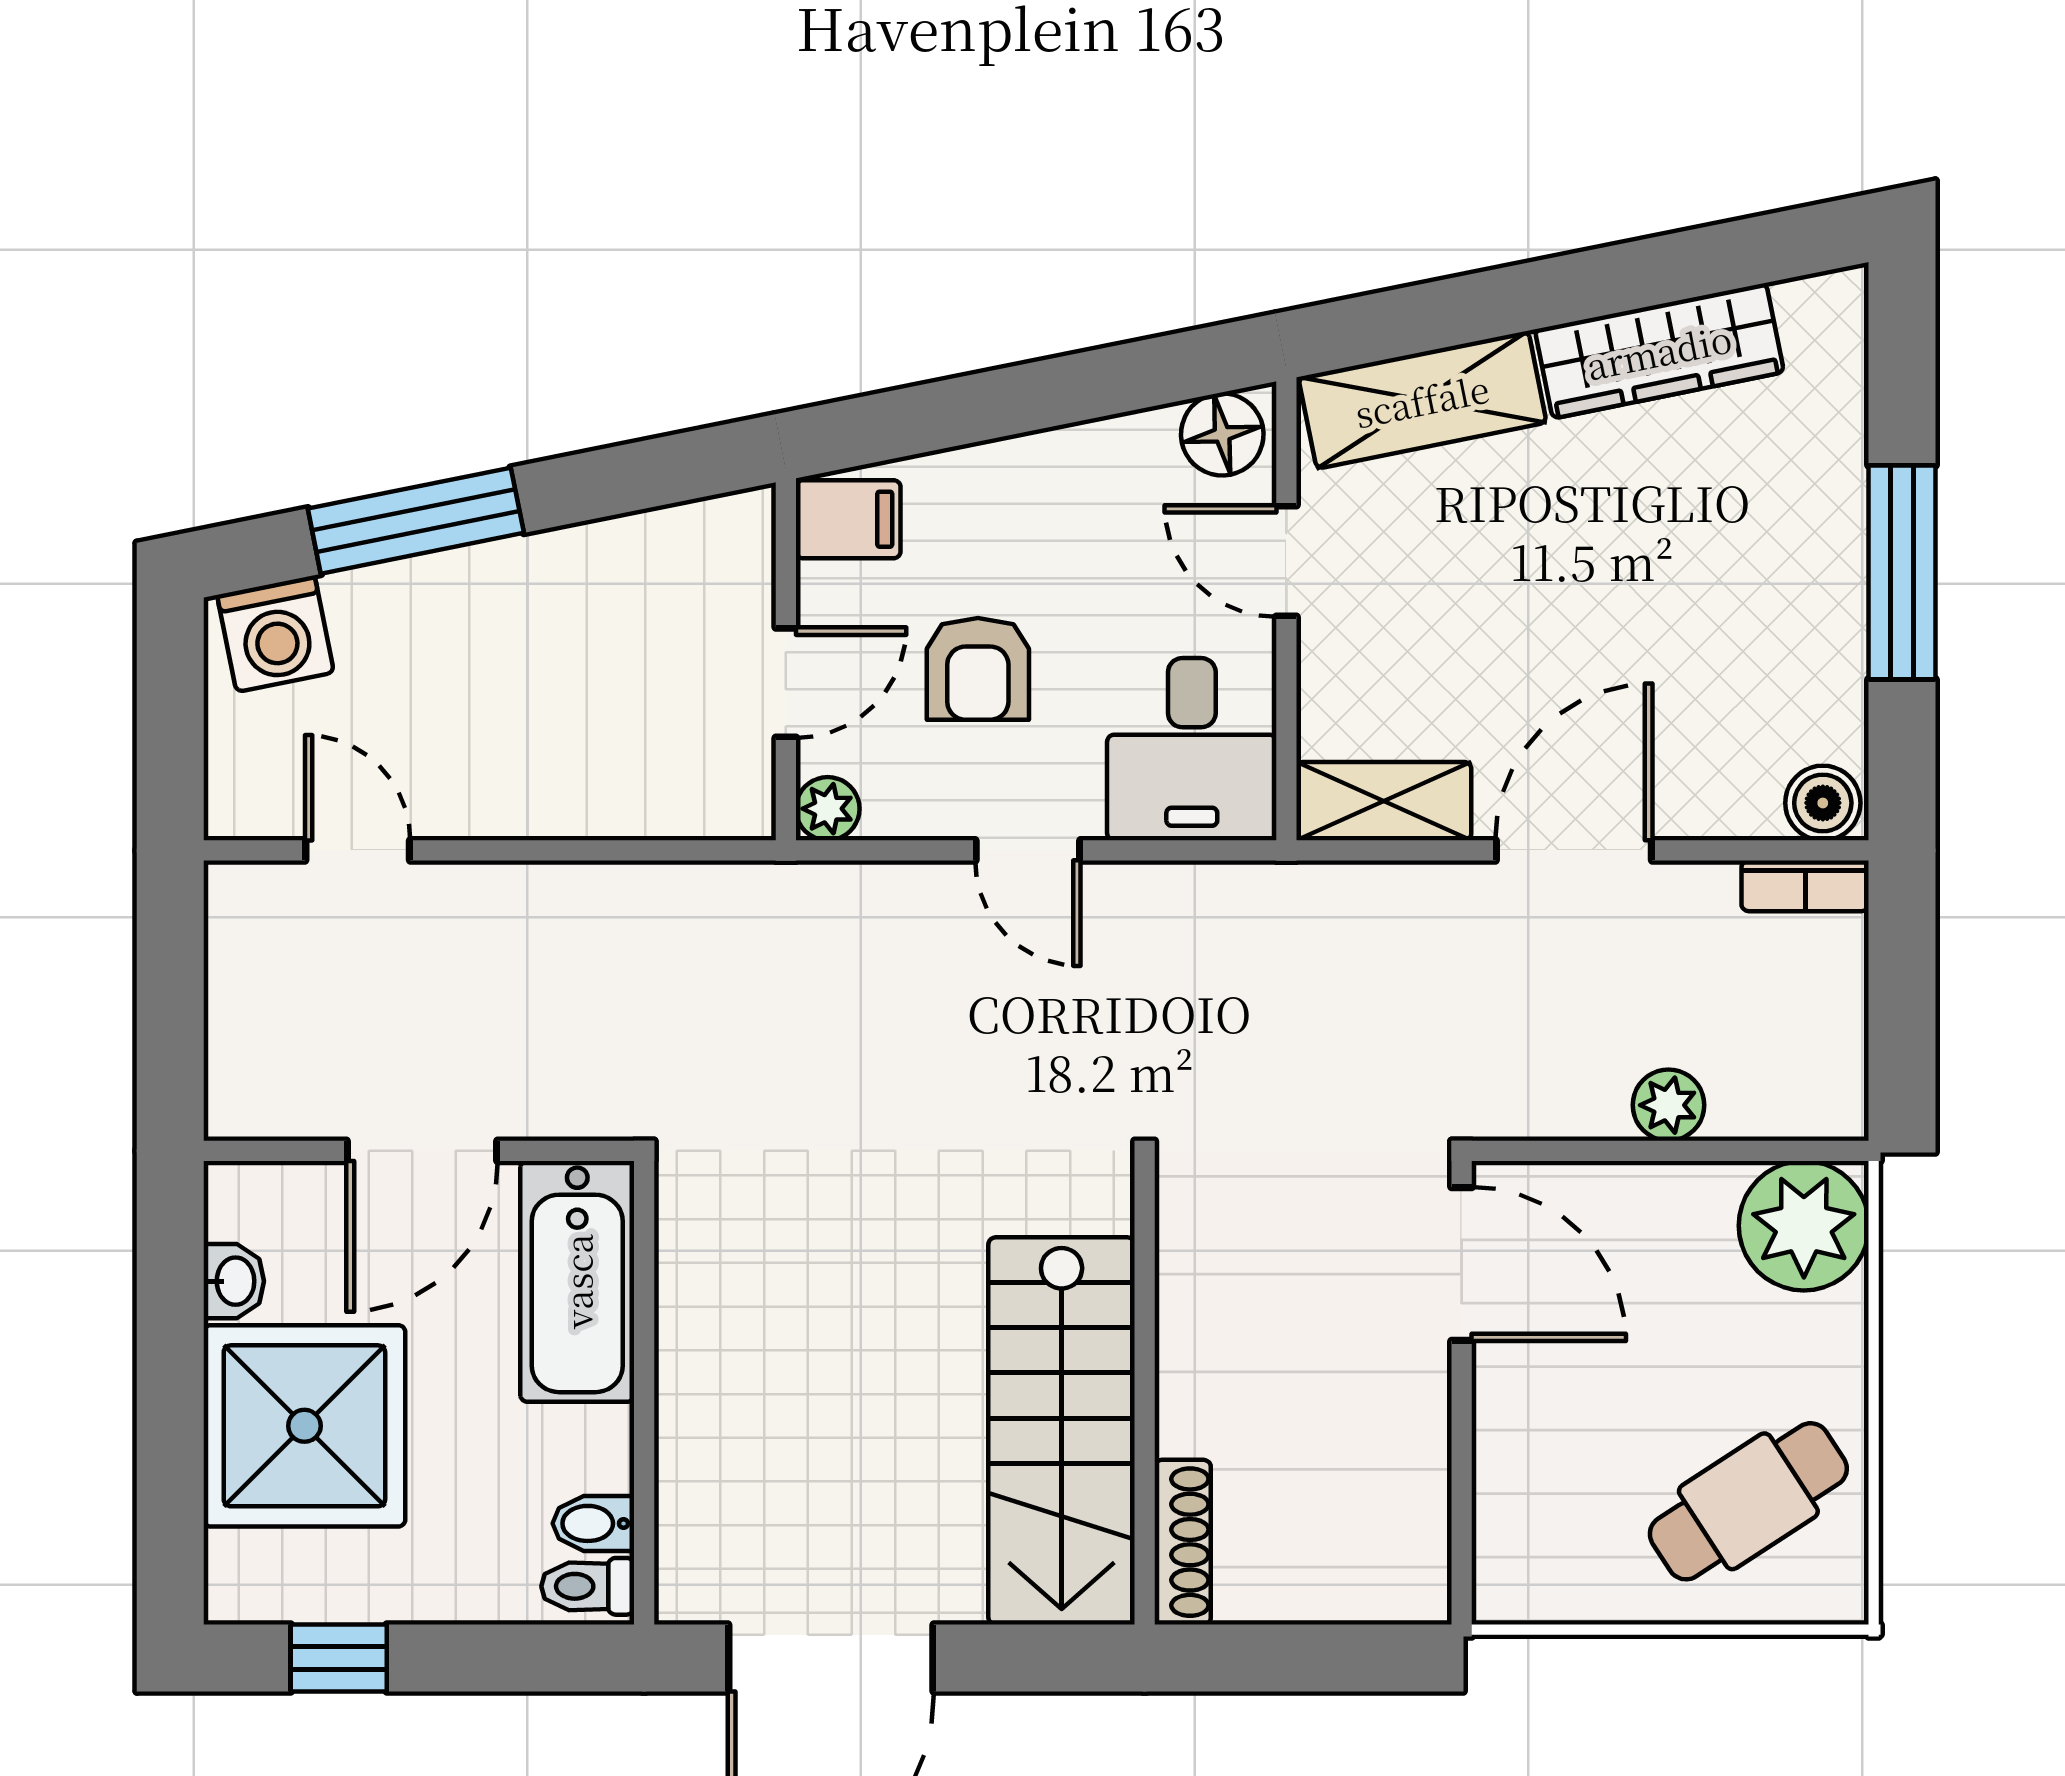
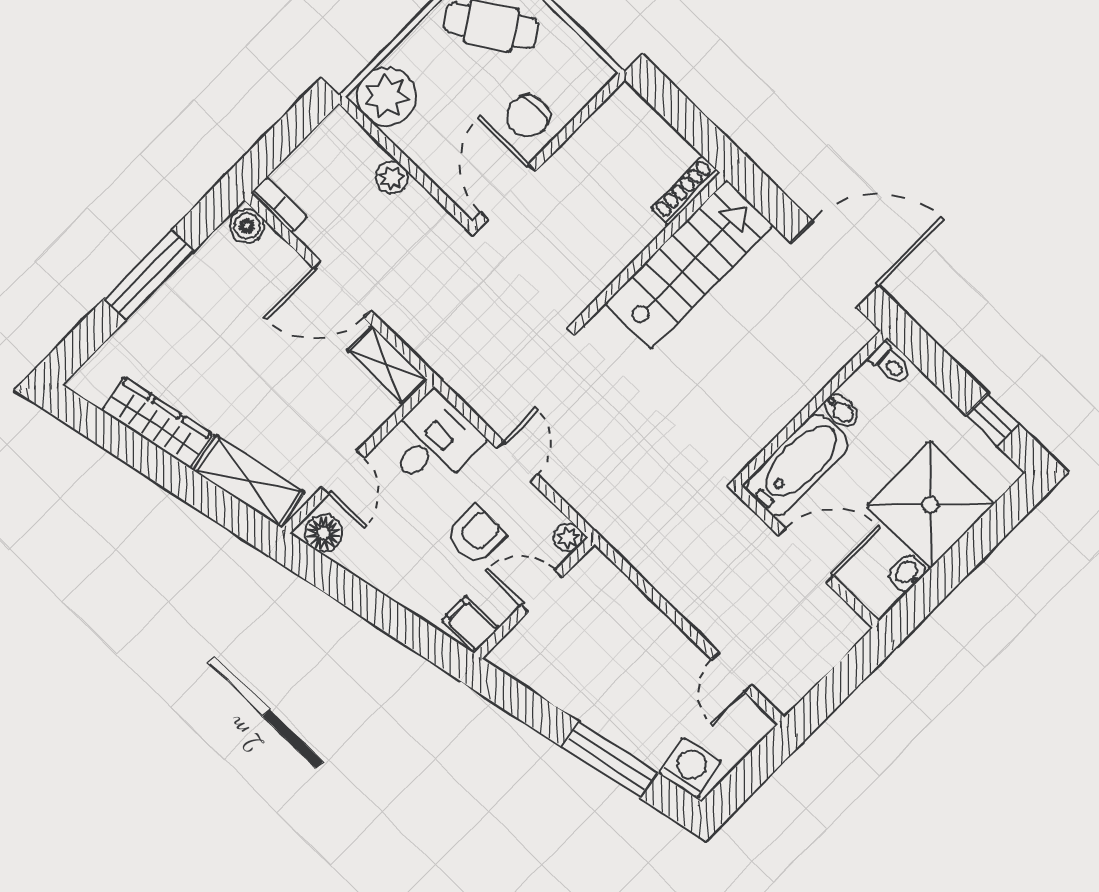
chair: (1548, 1415) -> (528, 116), added
bidet: (593, 1523) -> (841, 410), moved

